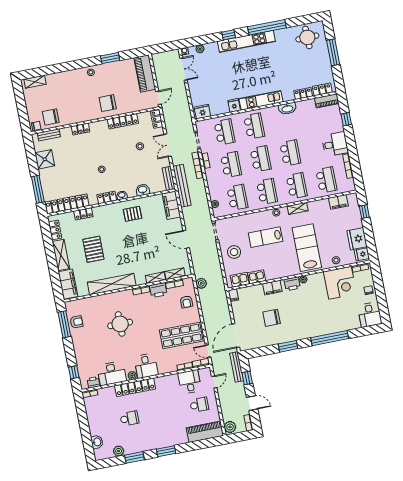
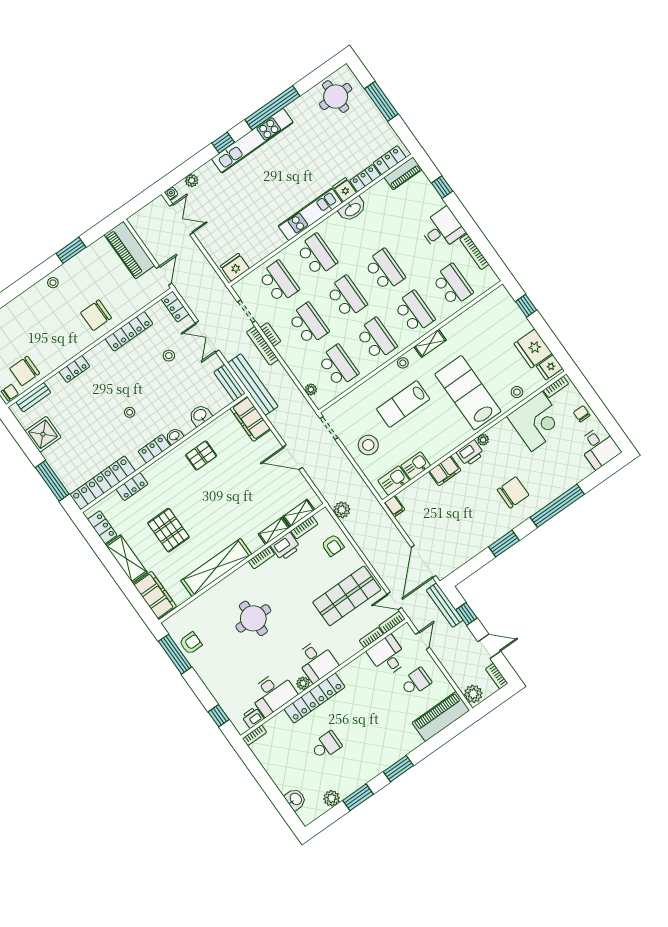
fridge: (234, 105) -> (345, 190), moved
filing cabinet: (338, 202) -> (483, 308), removed
chair: (272, 318) -> (513, 492), moved, turned 180

